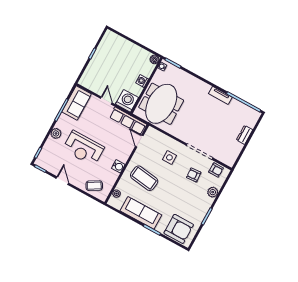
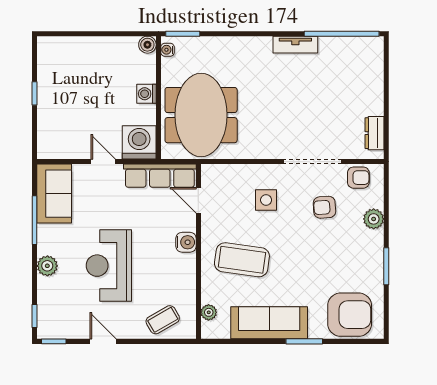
dresser: (245, 135) -> (374, 133), moved
reception desk: (83, 148) -> (109, 266), turned 90
water cooler: (118, 166) -> (186, 242), moved

